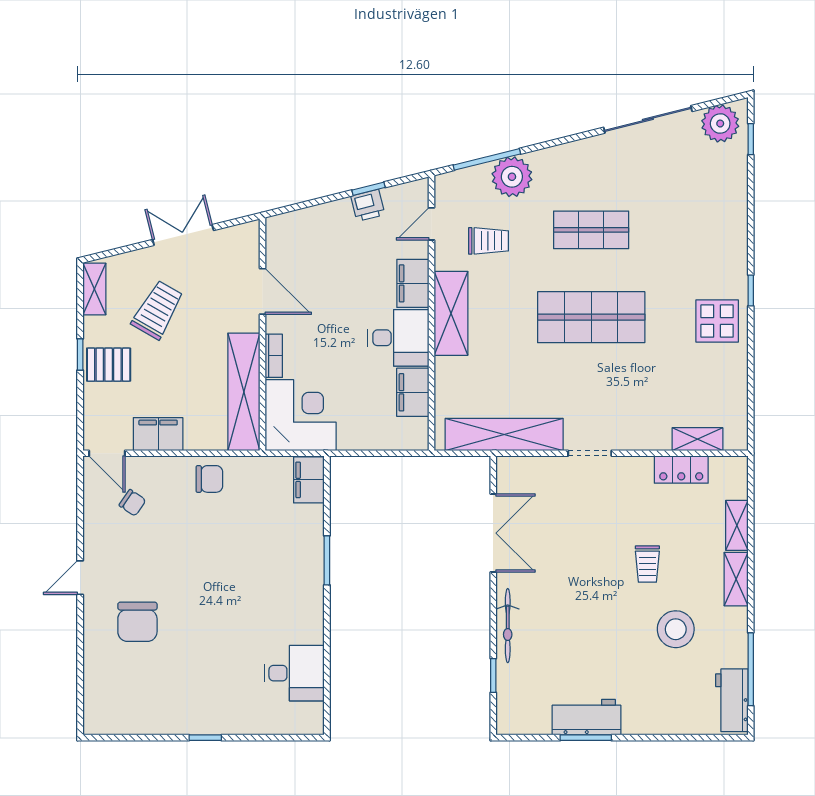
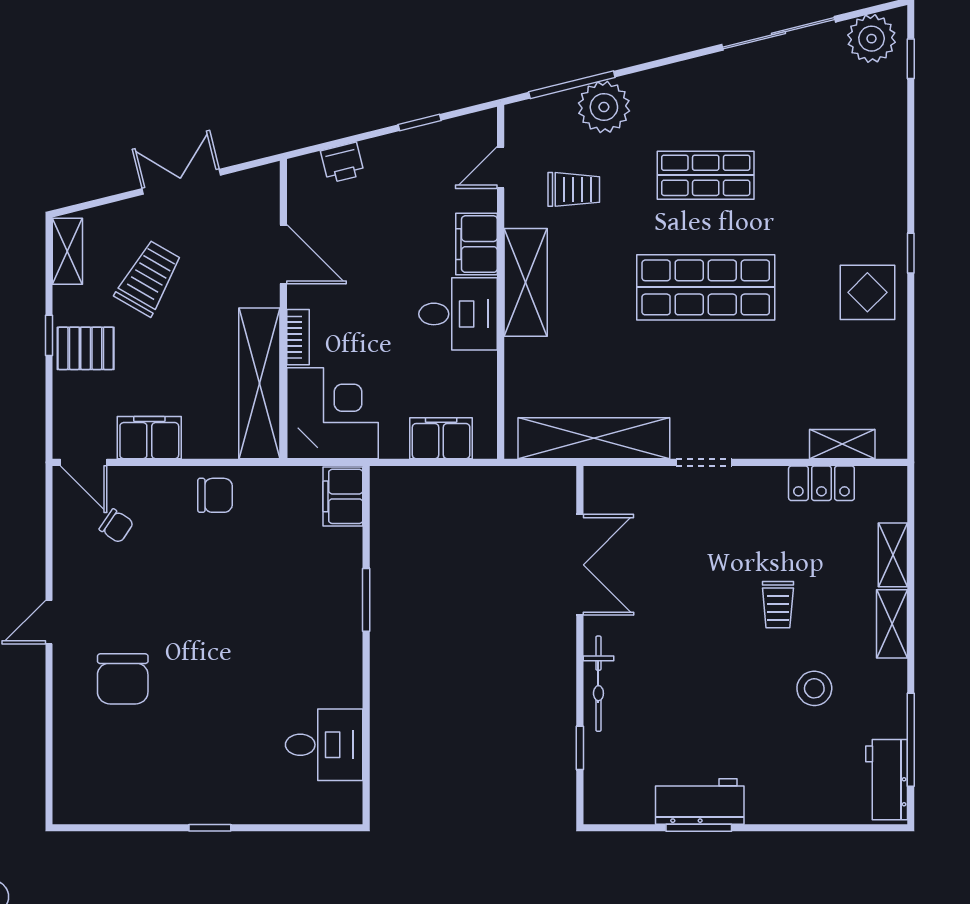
printer: (368, 205) -> (342, 163), moved
filing cabinet: (413, 392) -> (441, 438), moved, turned 90
stool: (676, 629) -> (814, 688), width x0.73, depth x0.73

